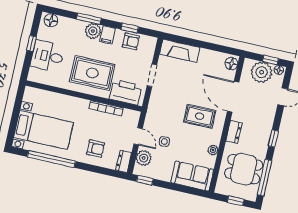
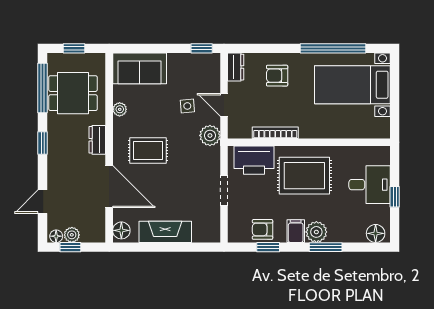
fireplace: (180, 51) -> (165, 232), moved
plant: (262, 72) -> (72, 235), width x0.53, depth x0.53
plant: (144, 158) -> (210, 135), moved

